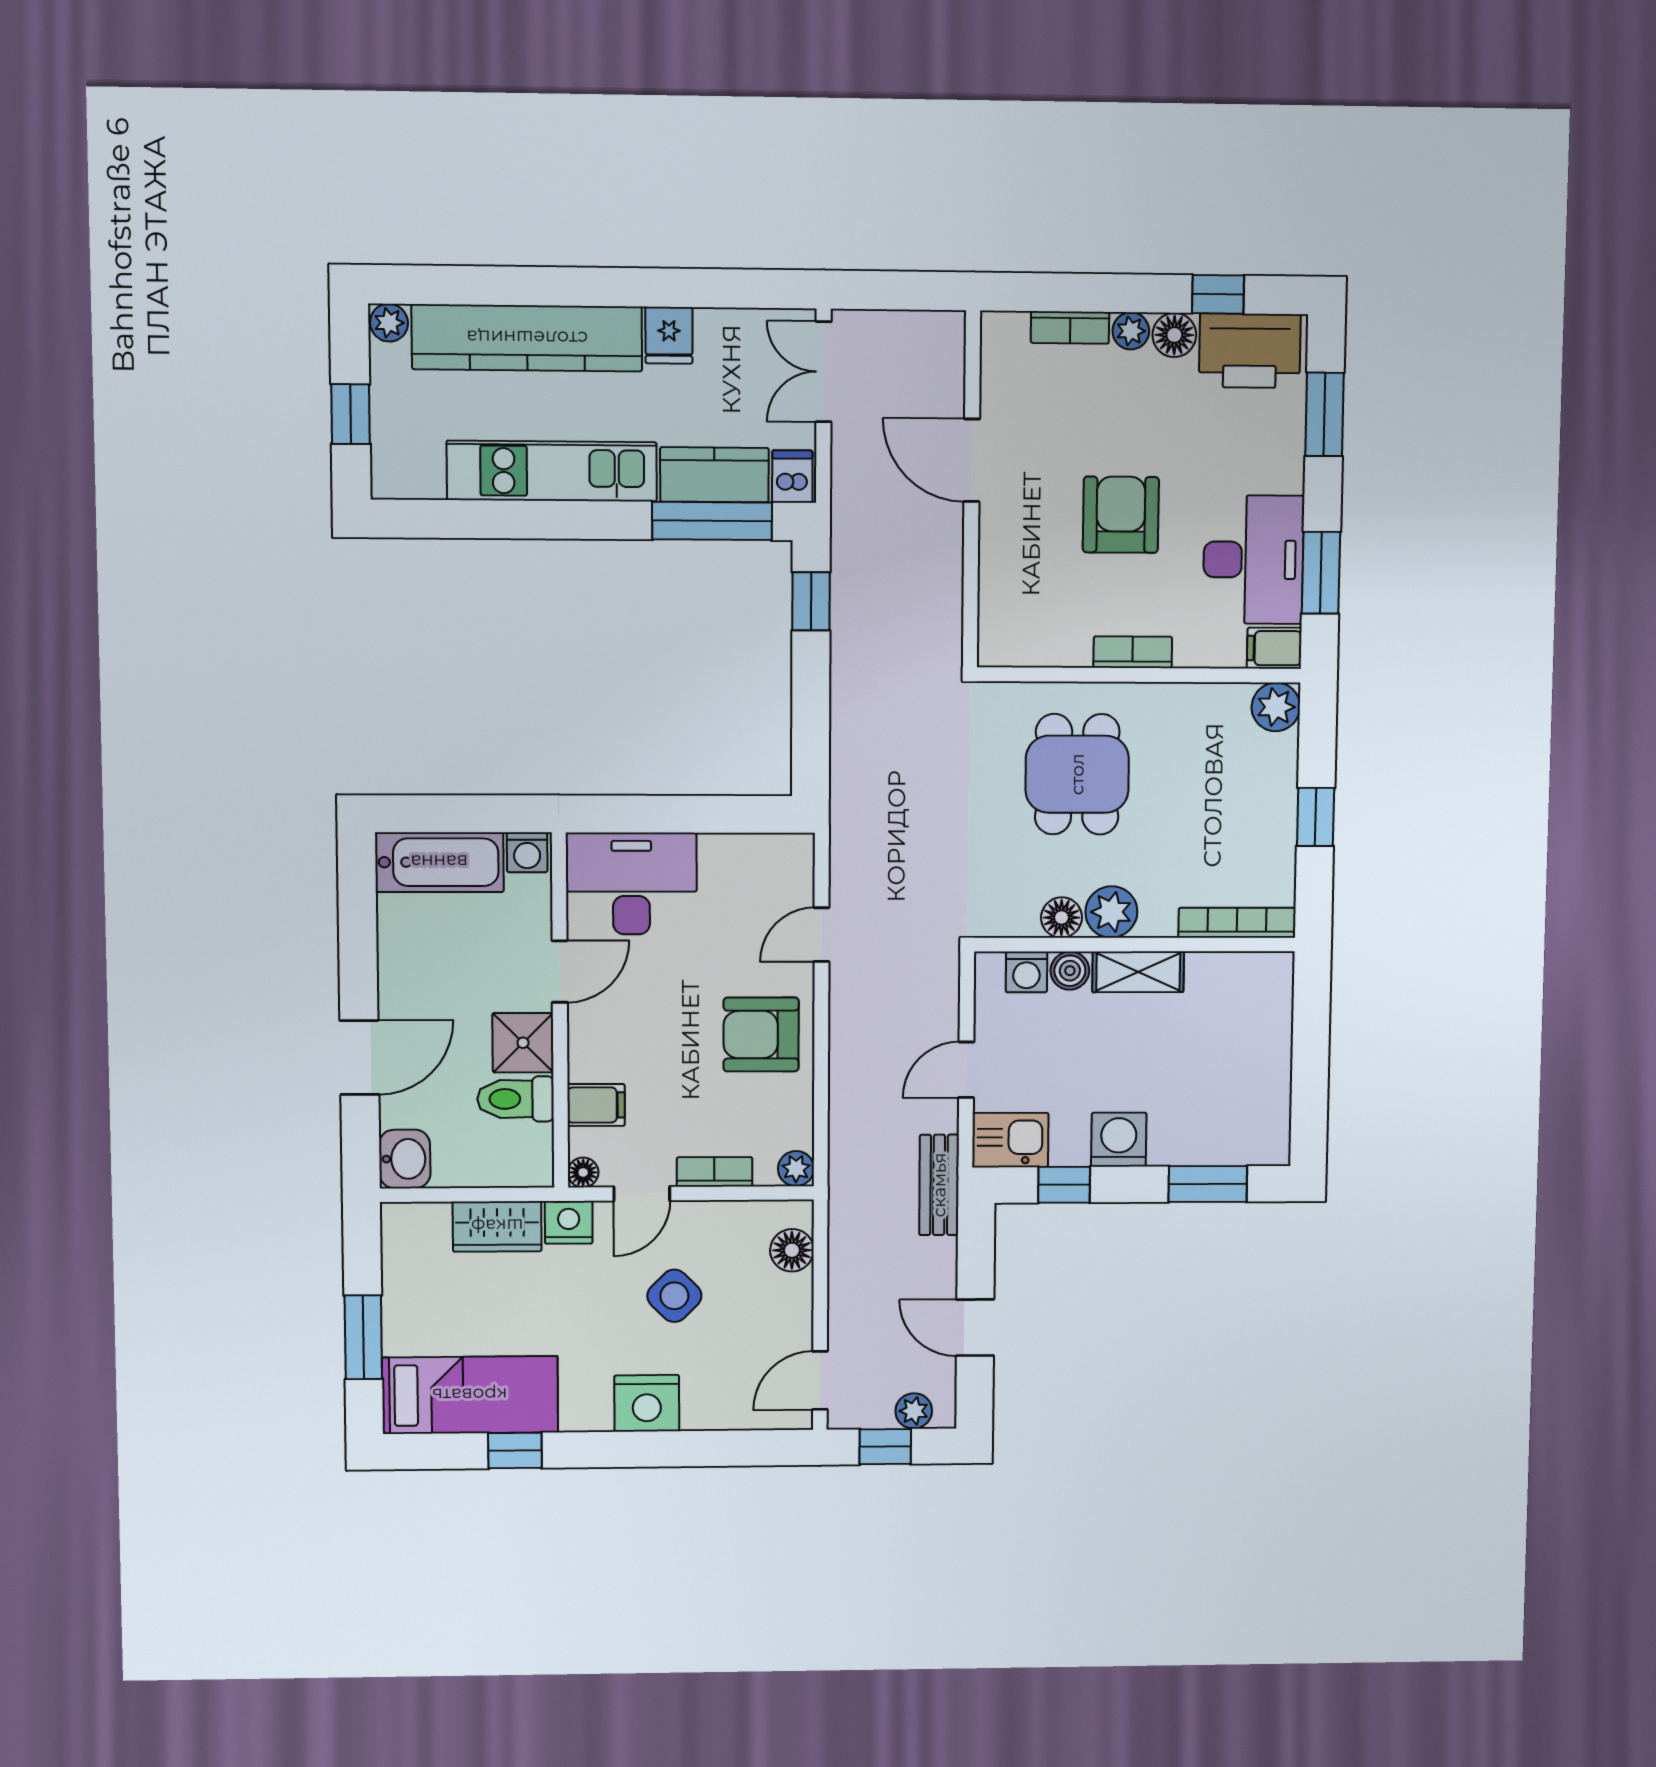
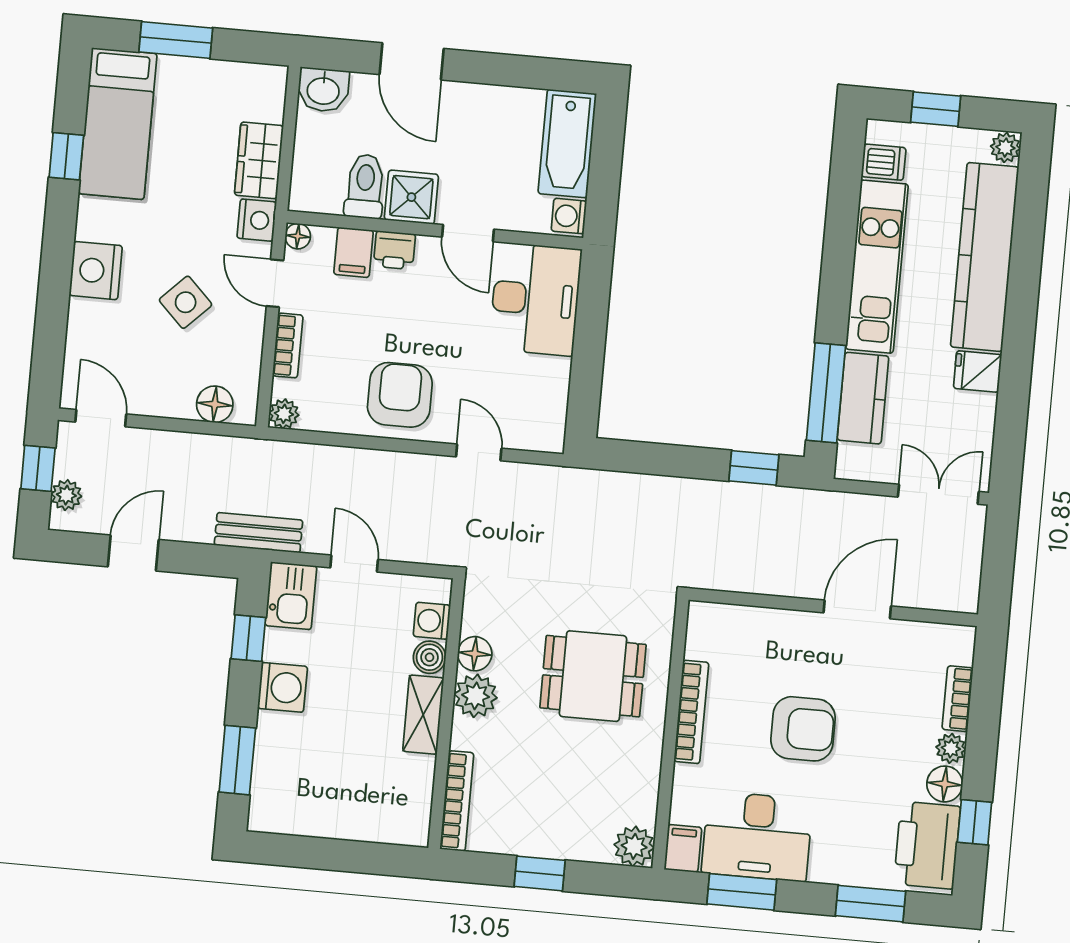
dishwasher: (792, 477) -> (884, 162), moved
bookcase: (1133, 652) -> (691, 712), width x1.56
printer: (589, 1057) -> (394, 250), added

